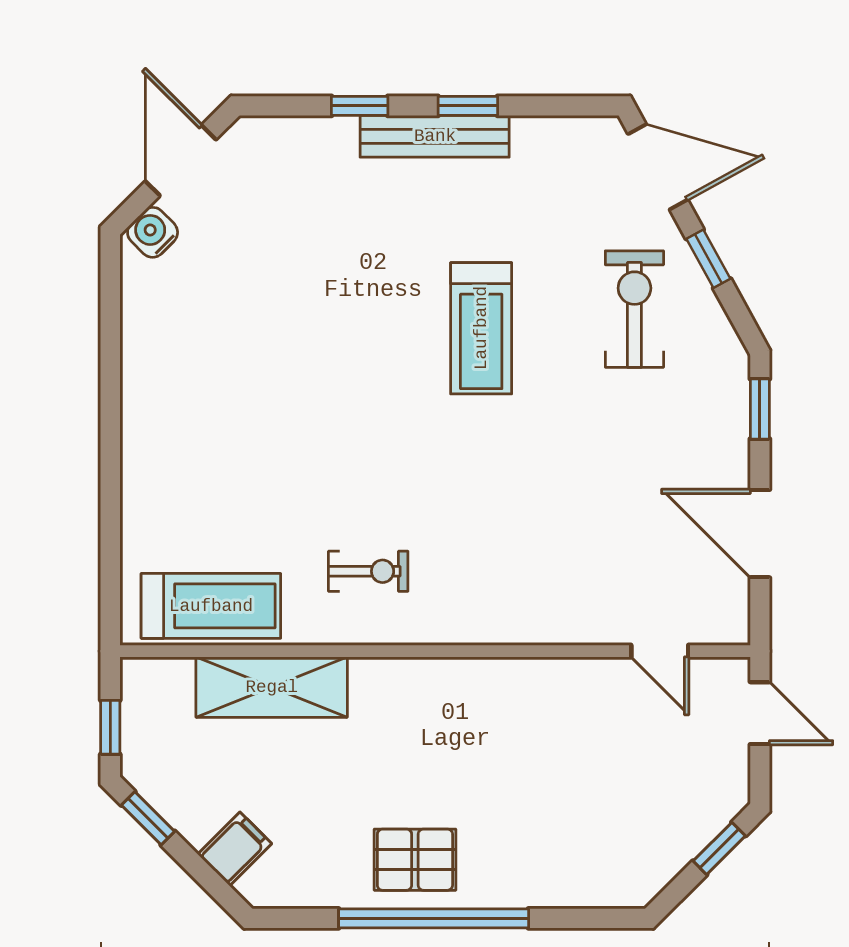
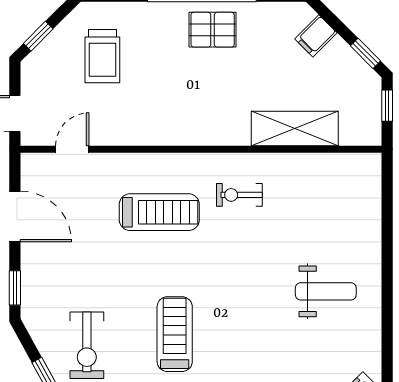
weight bench: (217, 403) -> (326, 291), added
treadmill: (211, 606) -> (159, 212), moved, turned 180
door: (660, 651) -> (72, 149), hinge flipped
trolley: (607, 814) -> (102, 56), added

